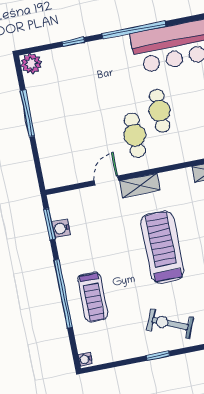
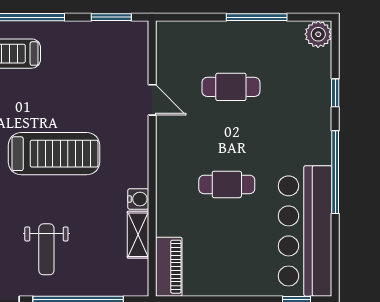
cafe table: (135, 135) -> (231, 87), moved
shelving: (140, 185) -> (137, 141), removed
water cooler: (61, 228) -> (138, 199), moved, turned 90

